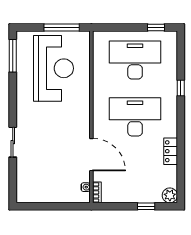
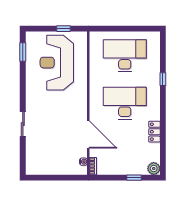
window: (62, 28) -> (64, 29), width x0.46
window: (156, 28) -> (142, 29), removed
window: (13, 56) -> (23, 52), width x0.69
reception desk: (54, 68) -> (57, 63), turned 180

